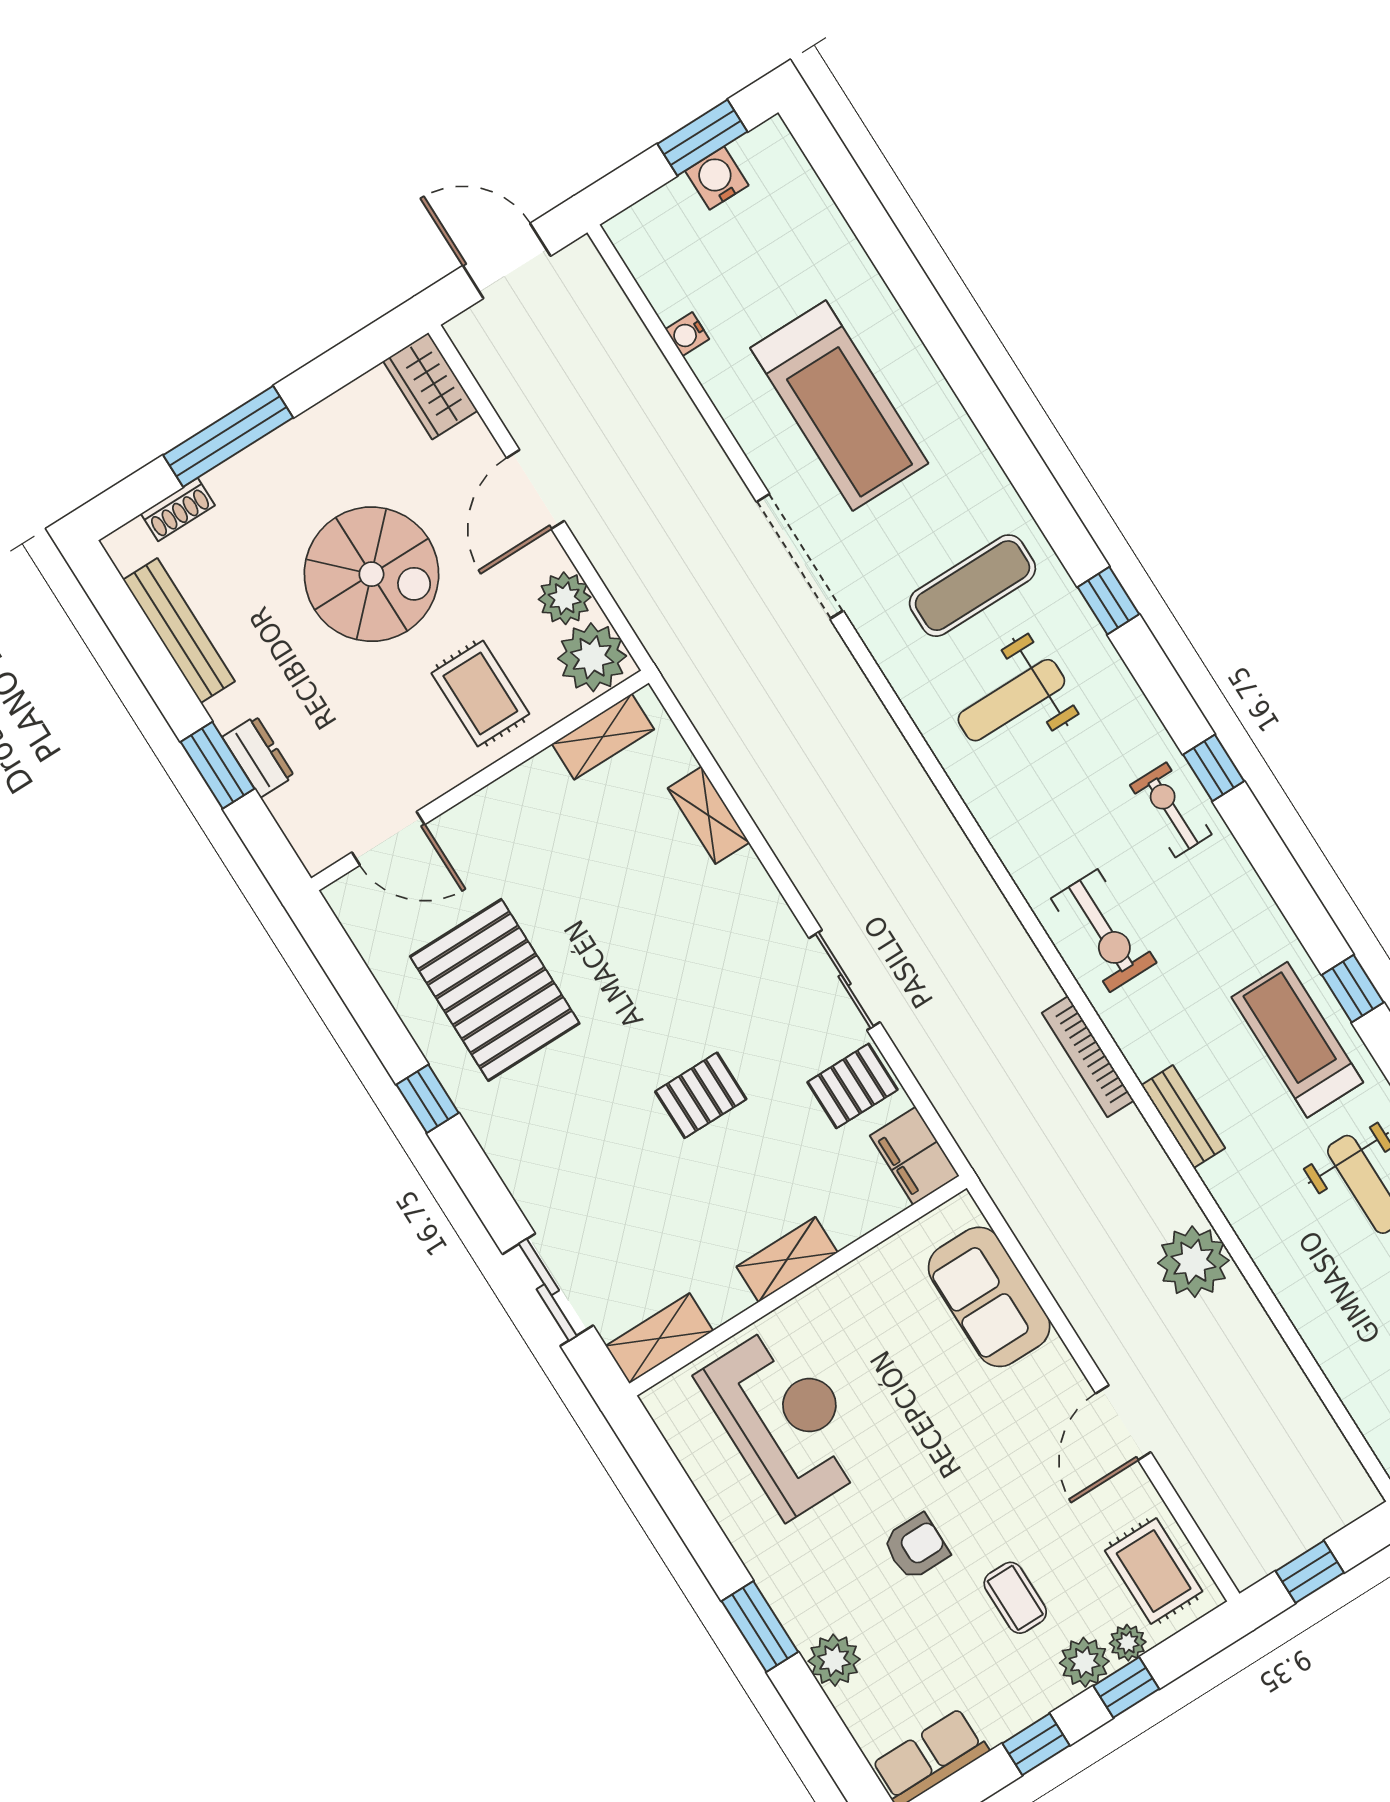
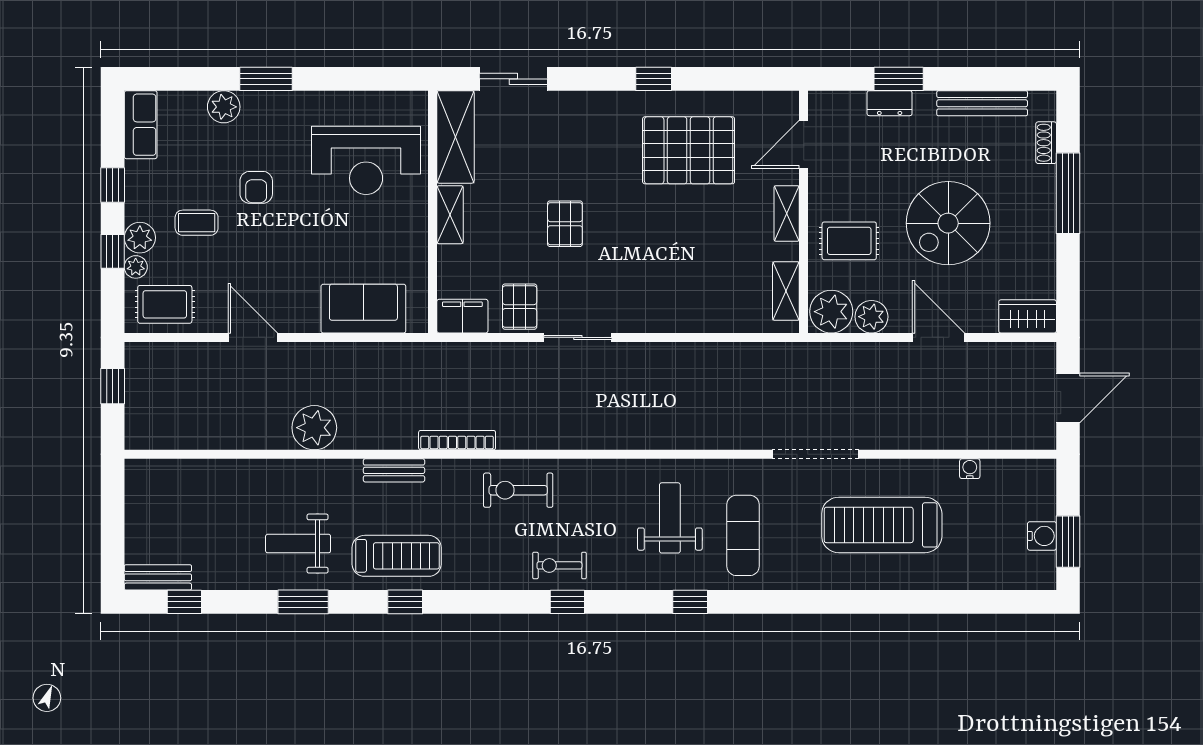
exercise bike: (1171, 810) -> (559, 565), turned 180
shelving: (708, 815) -> (787, 213), moved, turned 90
shelving: (659, 1338) -> (455, 137), width x1.50, depth x1.33

